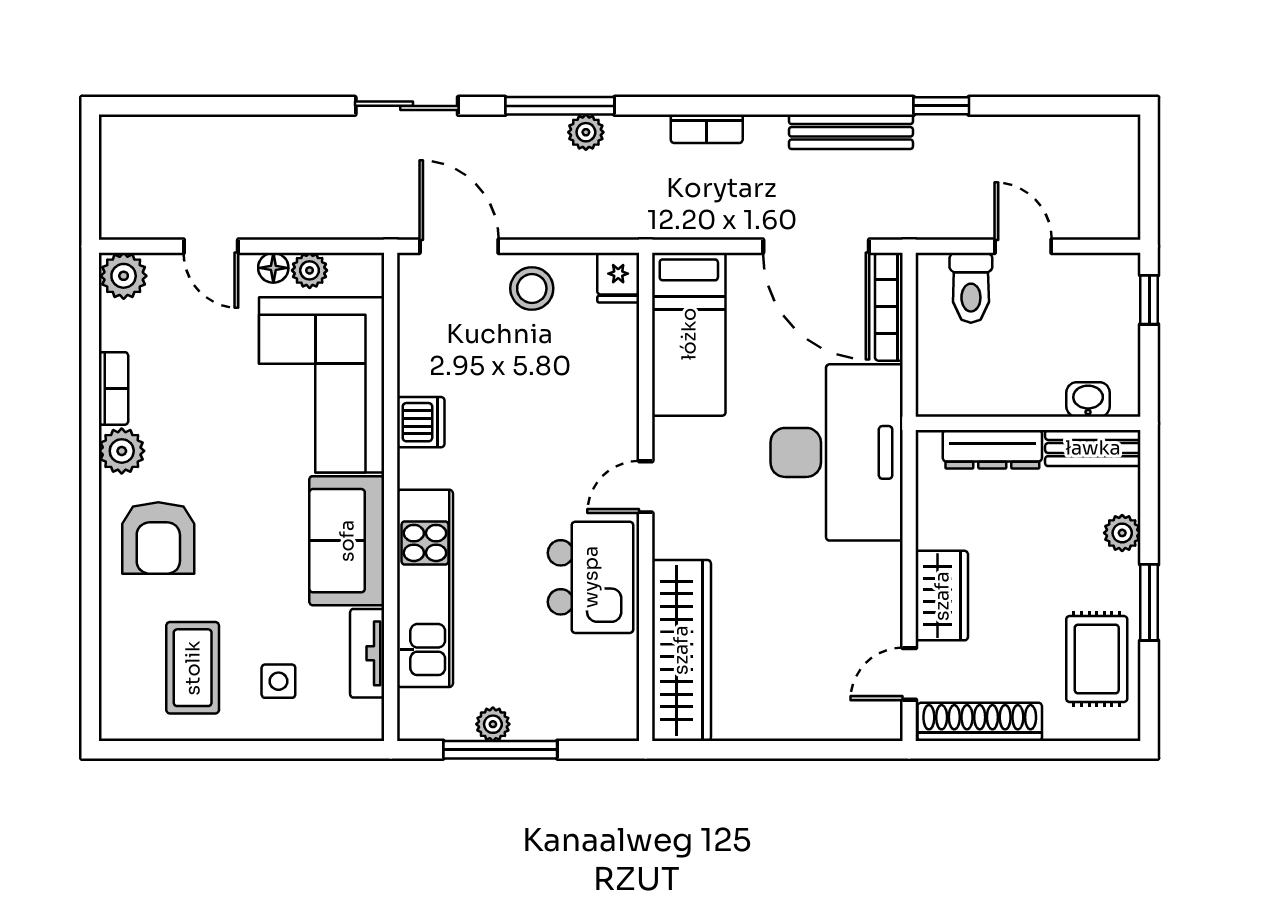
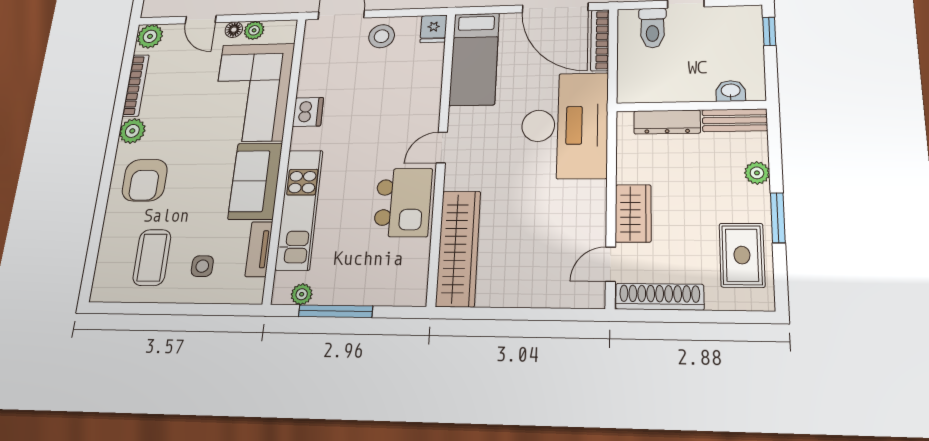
bookcase: (114, 388) -> (136, 85), width x1.56
plant: (493, 724) -> (302, 294), moved

